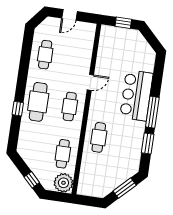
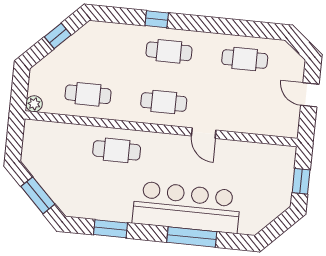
bar counter: (136, 95) -> (186, 207), width x1.36
cafe table: (38, 102) -> (169, 51), width x0.73, depth x0.74
window: (152, 112) -> (192, 237), moved
window: (32, 180) -> (58, 36), moved
plant: (63, 183) -> (34, 104), width x0.53, depth x0.53

